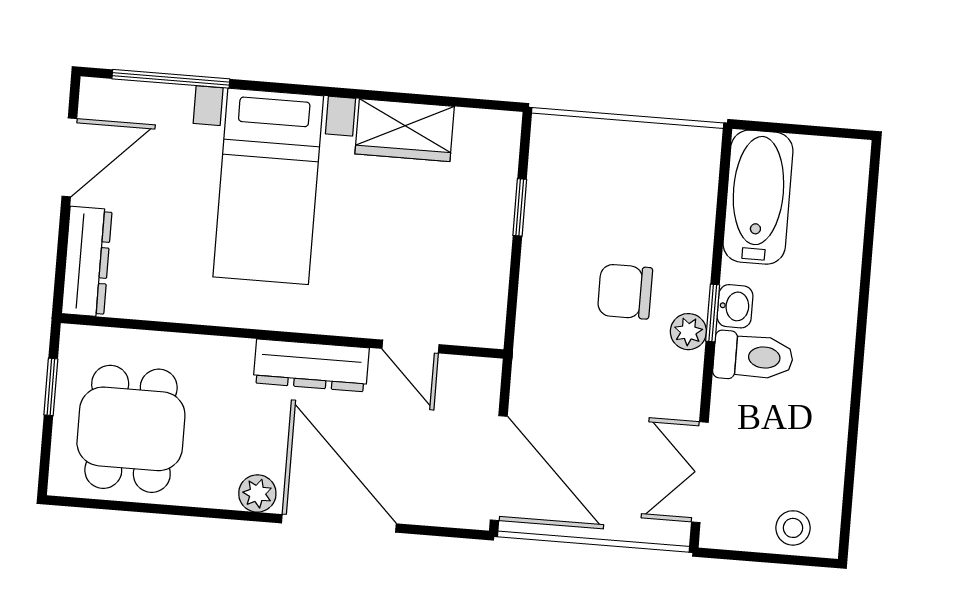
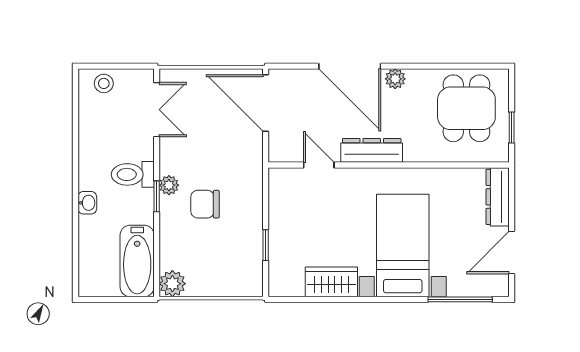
plant: (697, 150) -> (172, 284), added
chair: (625, 291) -> (205, 204), turned 180
washbasin: (735, 306) -> (87, 203), moved, turned 180

